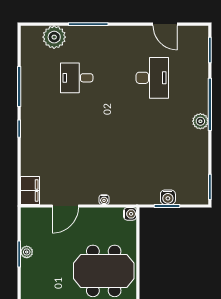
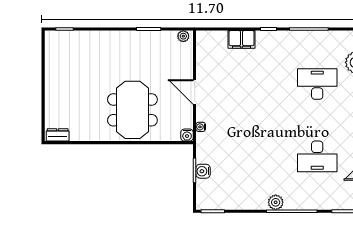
desk: (77, 78) -> (317, 84), width x1.37
filing cabinet: (30, 190) -> (241, 39), moved
water cooler: (104, 200) -> (201, 127), moved
door: (65, 206) -> (195, 92), moved
plant: (27, 252) -> (183, 36), moved

